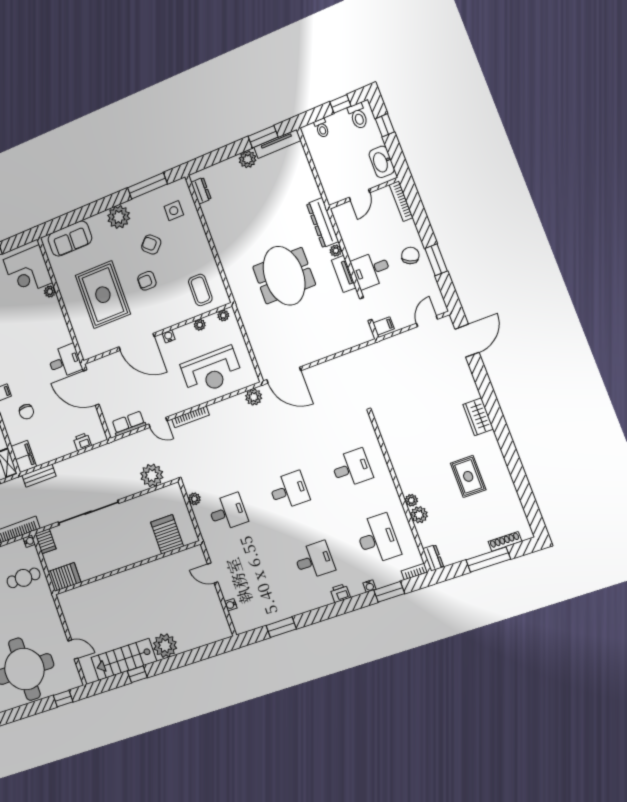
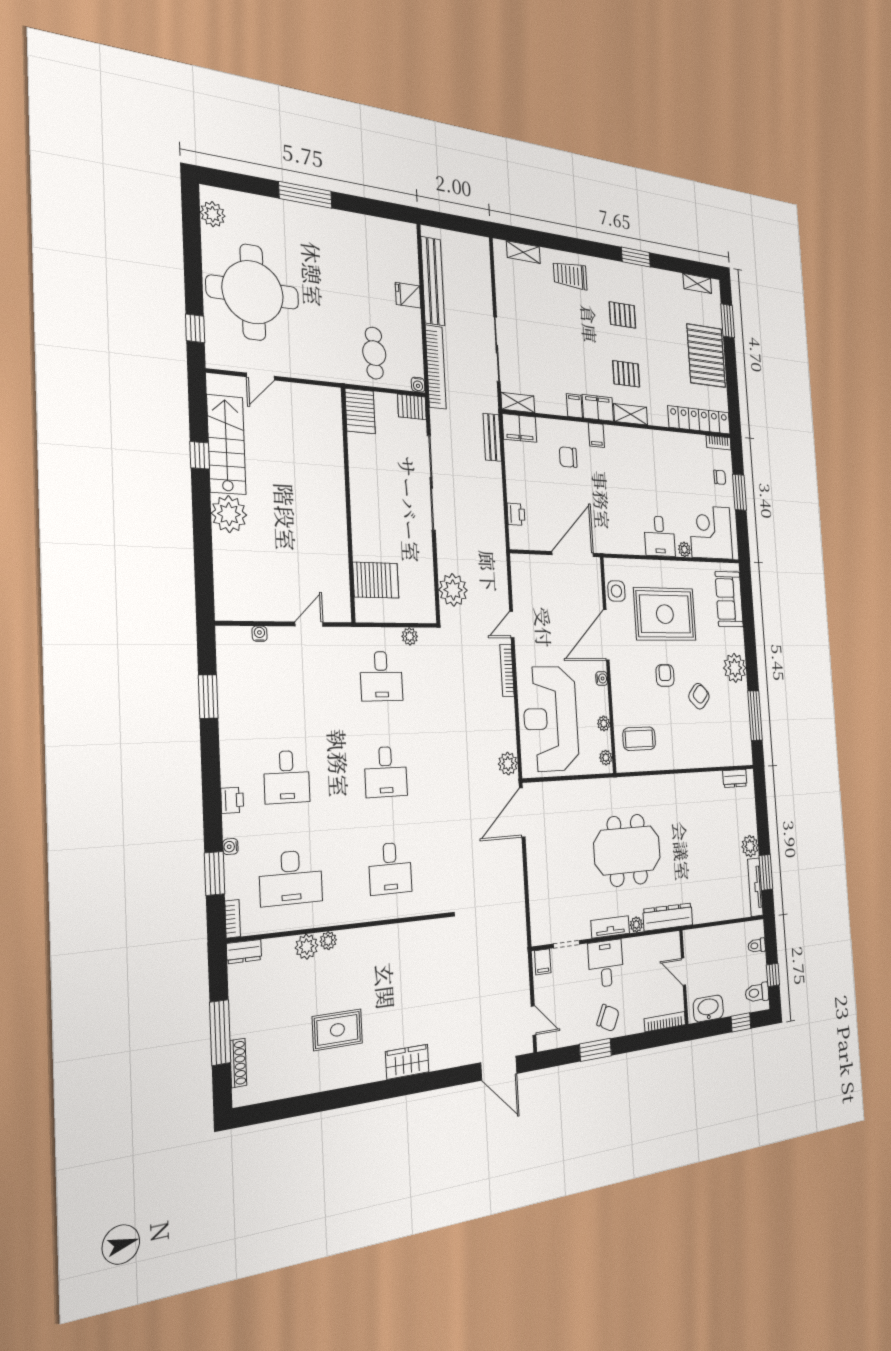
side table: (174, 211) -> (616, 591), moved
desk: (65, 361) -> (660, 536), moved
reception desk: (211, 371) -> (551, 719), width x1.36, depth x1.30
row of seats: (129, 424) -> (521, 585), removed

